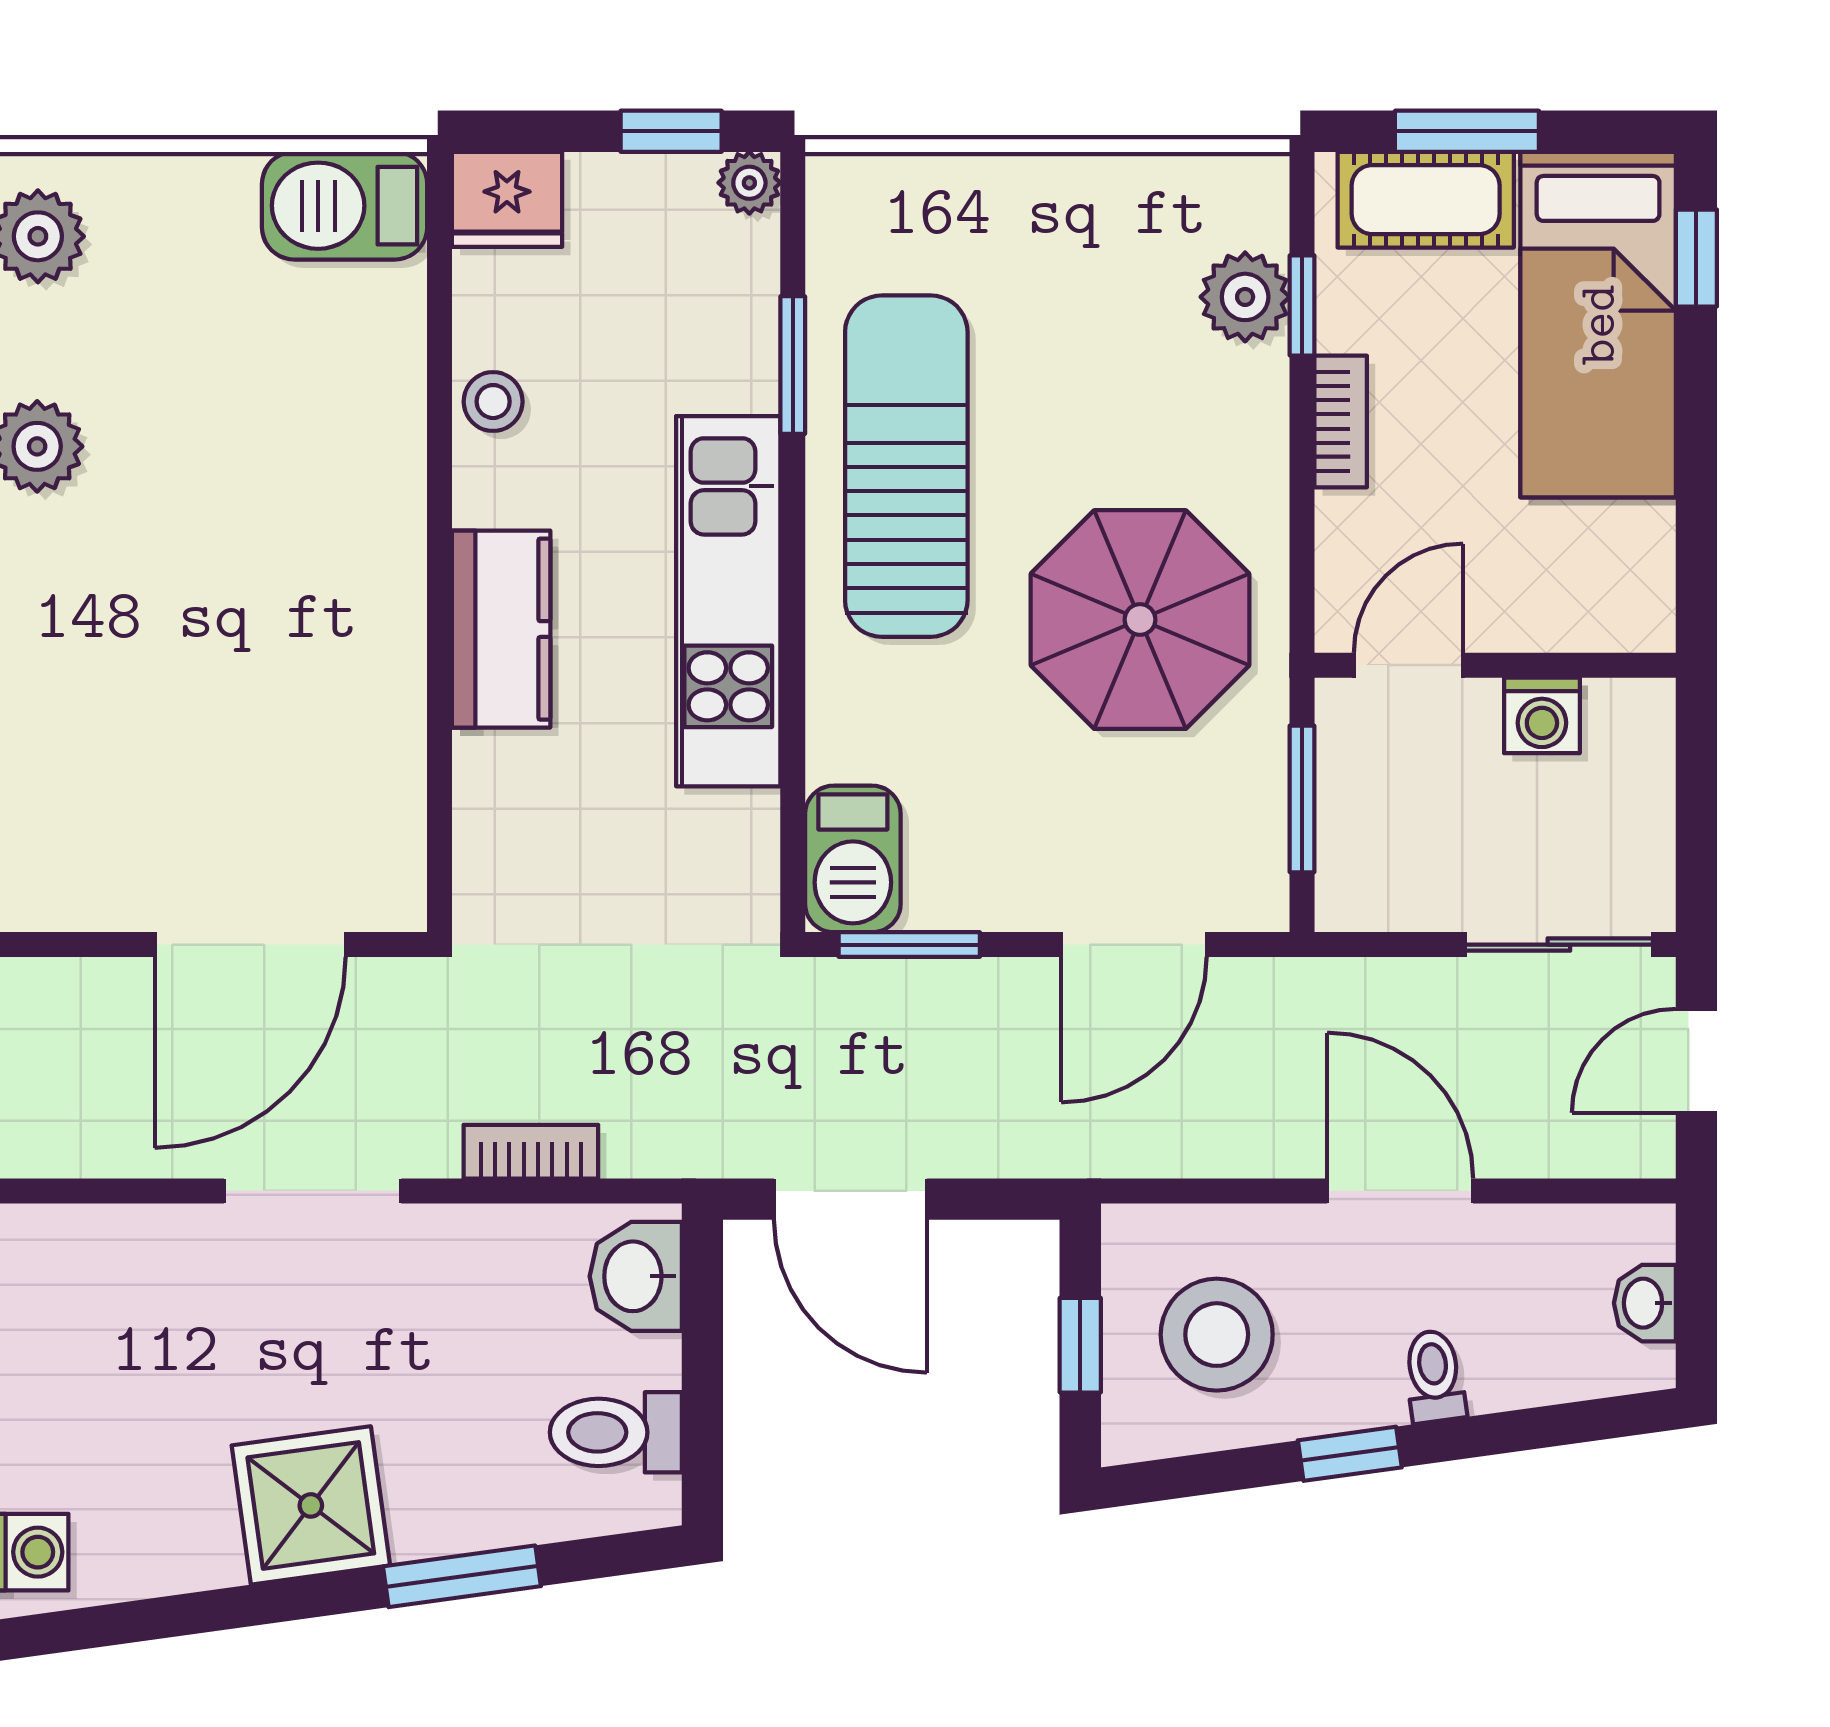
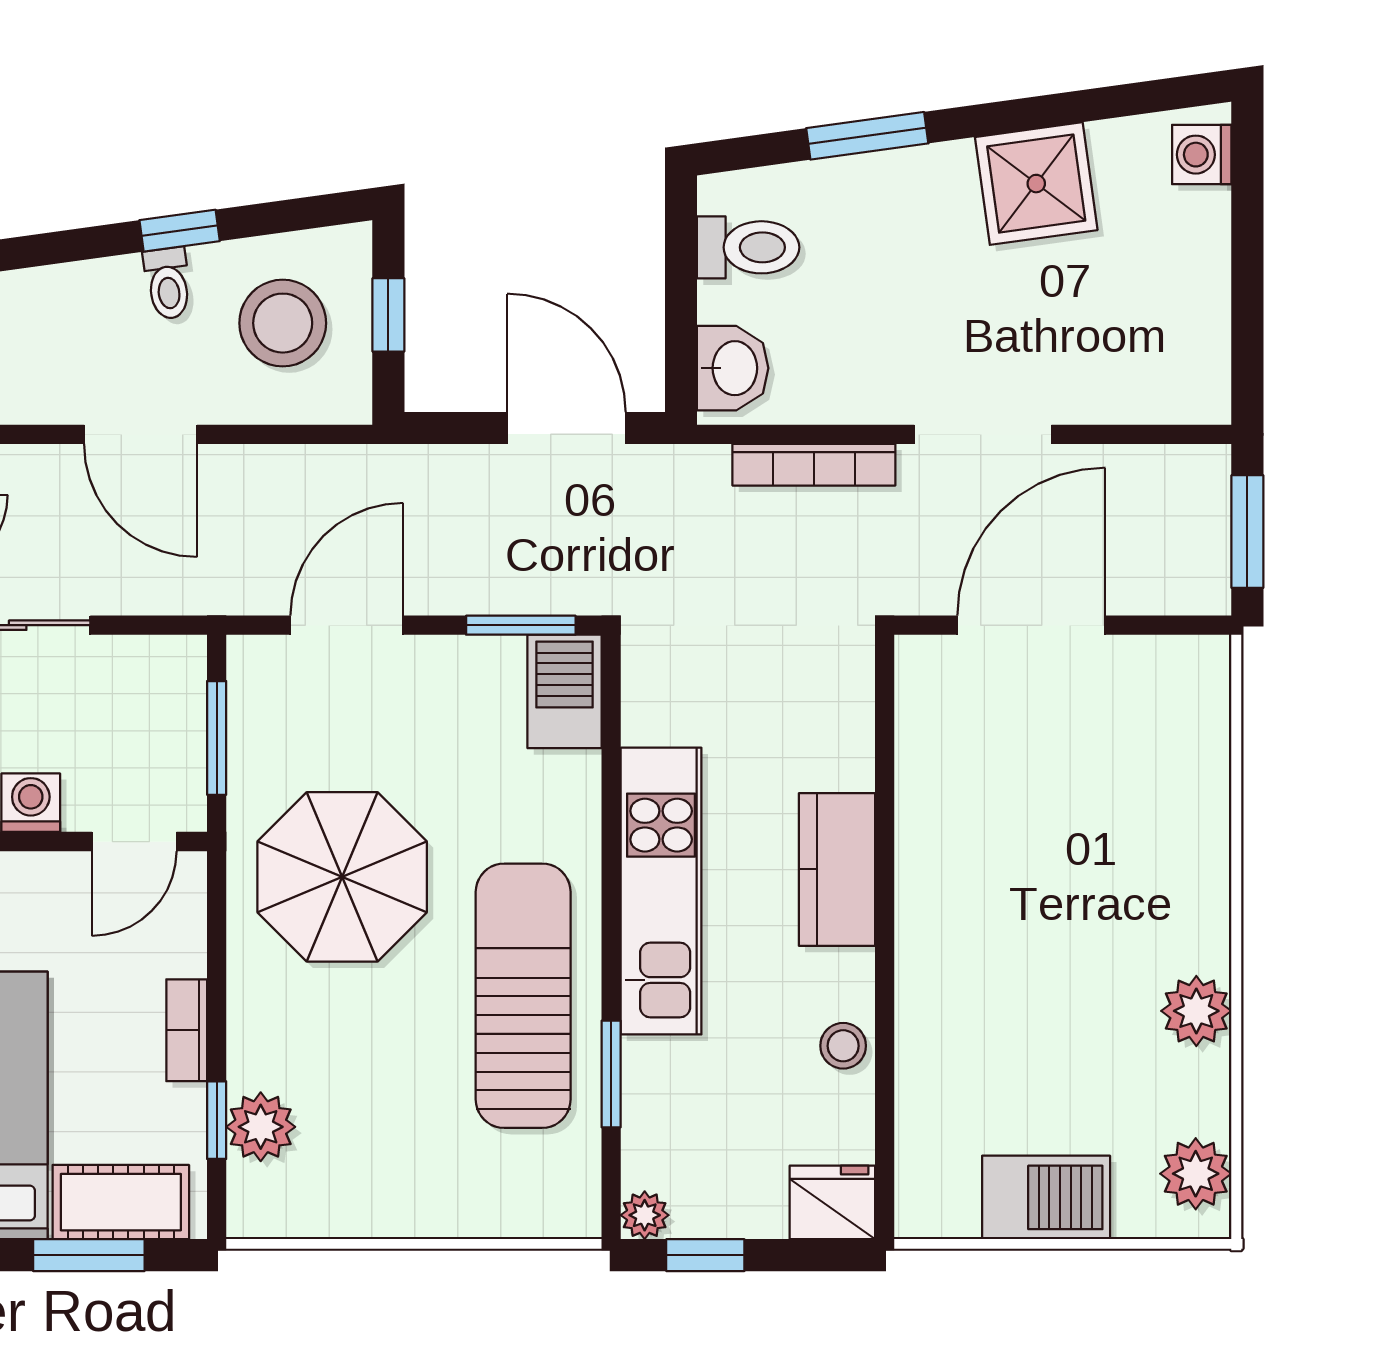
barbecue: (345, 206) -> (1046, 1197), moved
sun lounger: (906, 466) -> (523, 996), turned 180
bookcase: (531, 1152) -> (814, 465), width x1.56
toilet: (1434, 1376) -> (168, 283), moved
shower: (311, 1505) -> (1036, 184), moved

